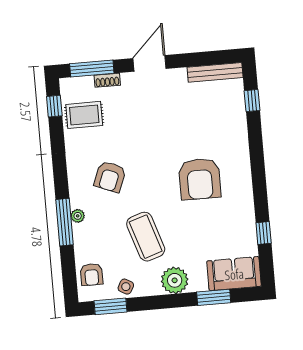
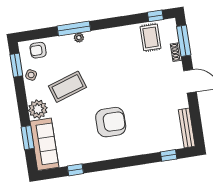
armchair: (110, 177) -> (108, 59), removed
armchair: (200, 179) -> (111, 122), turned 180
sofa: (234, 274) -> (44, 144), width x1.36

